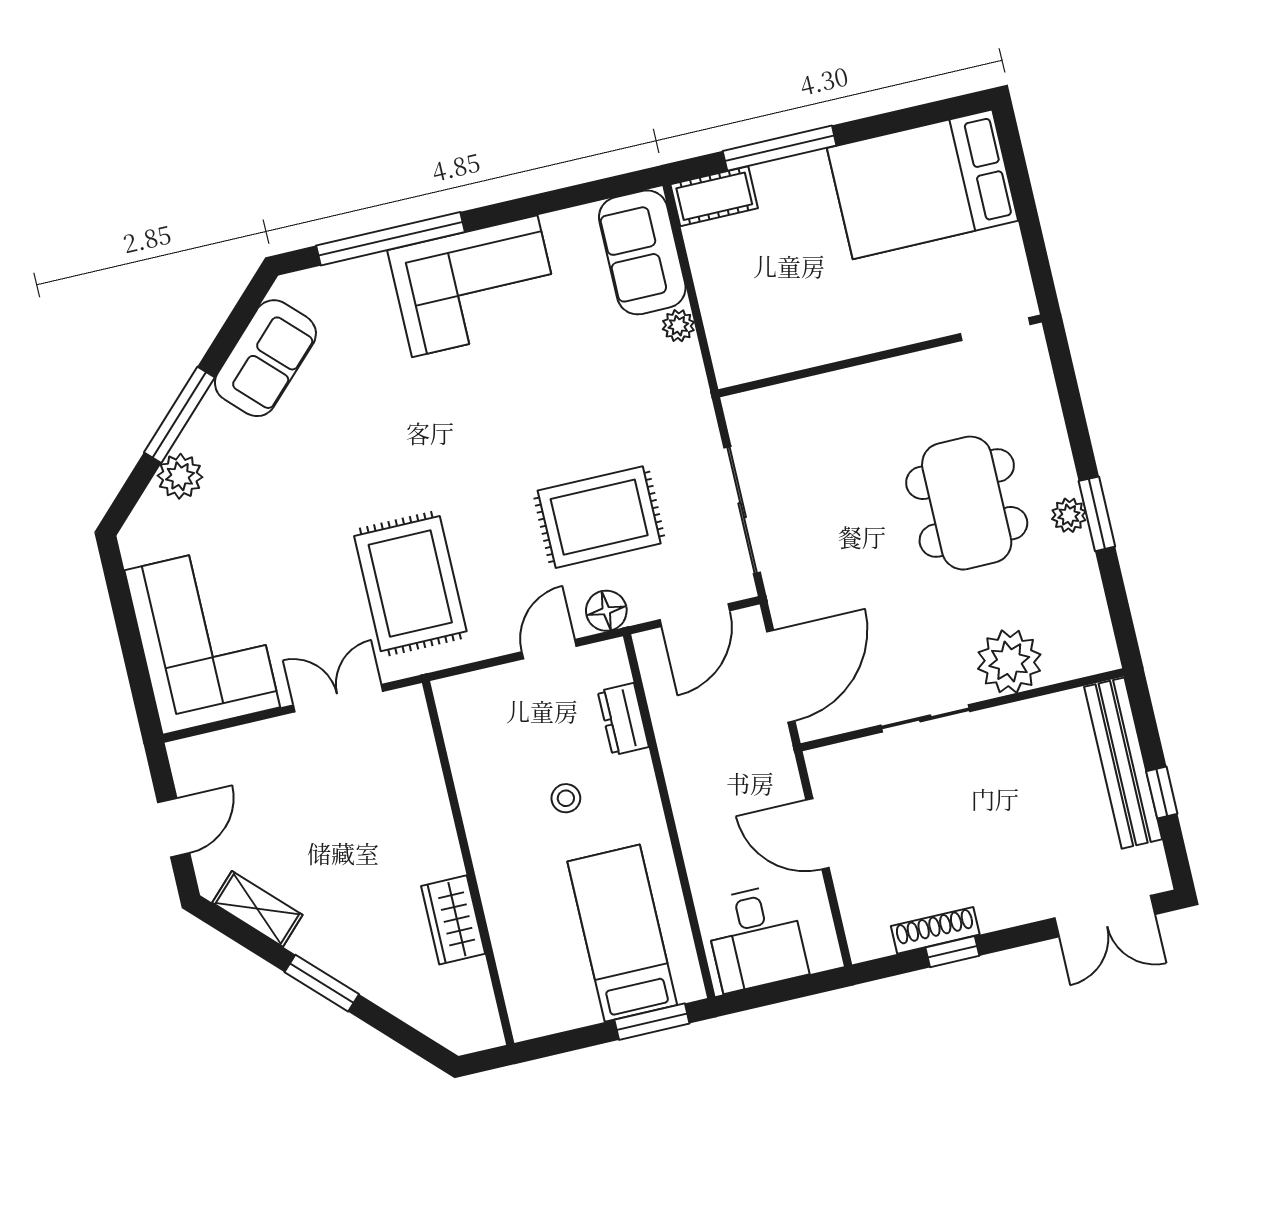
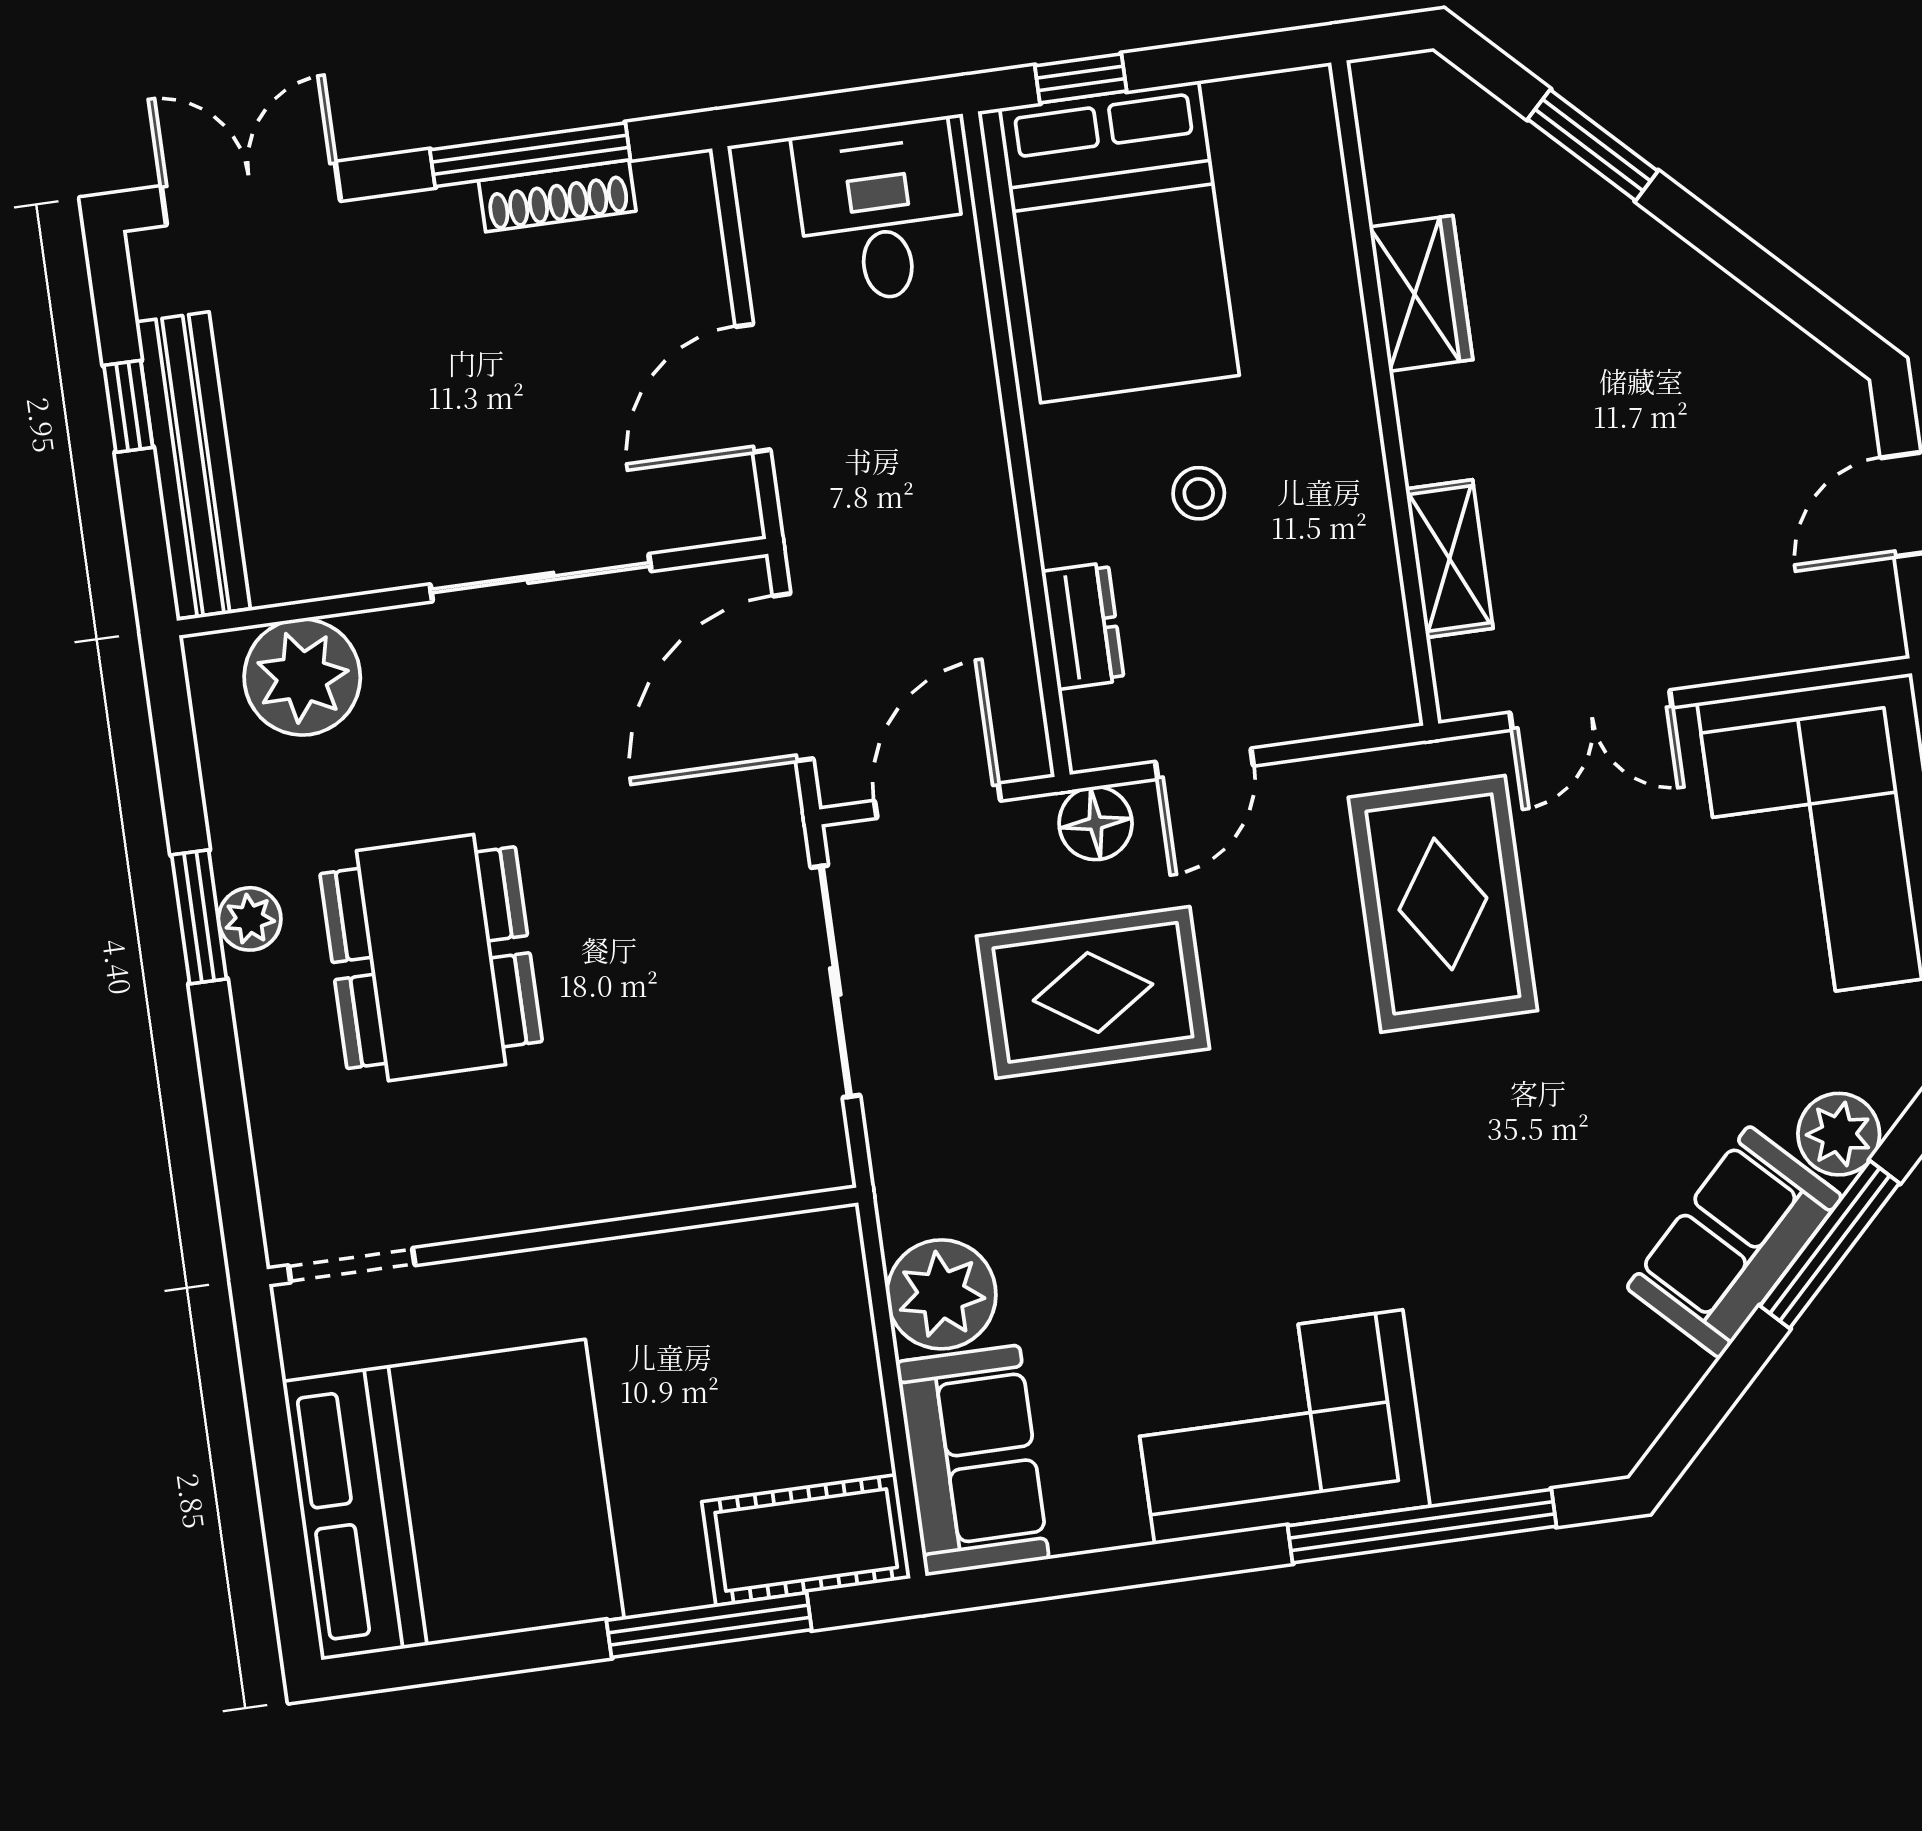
bed: (923, 184) -> (453, 1500), width x1.36
cot: (714, 196) -> (806, 1540), width x1.37, depth x1.34
plant: (678, 326) -> (941, 1294), width x1.88, depth x1.88
sofa: (265, 358) -> (1734, 1242), moved
plant: (1009, 662) -> (302, 677), moved
sliding door: (925, 718) -> (541, 578), width x1.37
door: (817, 834) -> (753, 388), swing flipped
shelving: (257, 909) -> (1449, 559), moved, turned 45
bed: (622, 933) -> (1120, 242), width x1.50
window: (952, 952) -> (530, 155), width x2.17
window: (322, 983) -> (1593, 145), moved
window: (652, 1022) -> (1081, 78), width x0.67

